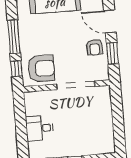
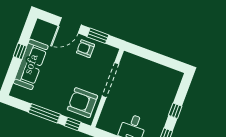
armchair: (95, 47) -> (85, 49), turned 180
armchair: (41, 69) -> (82, 103), turned -90

